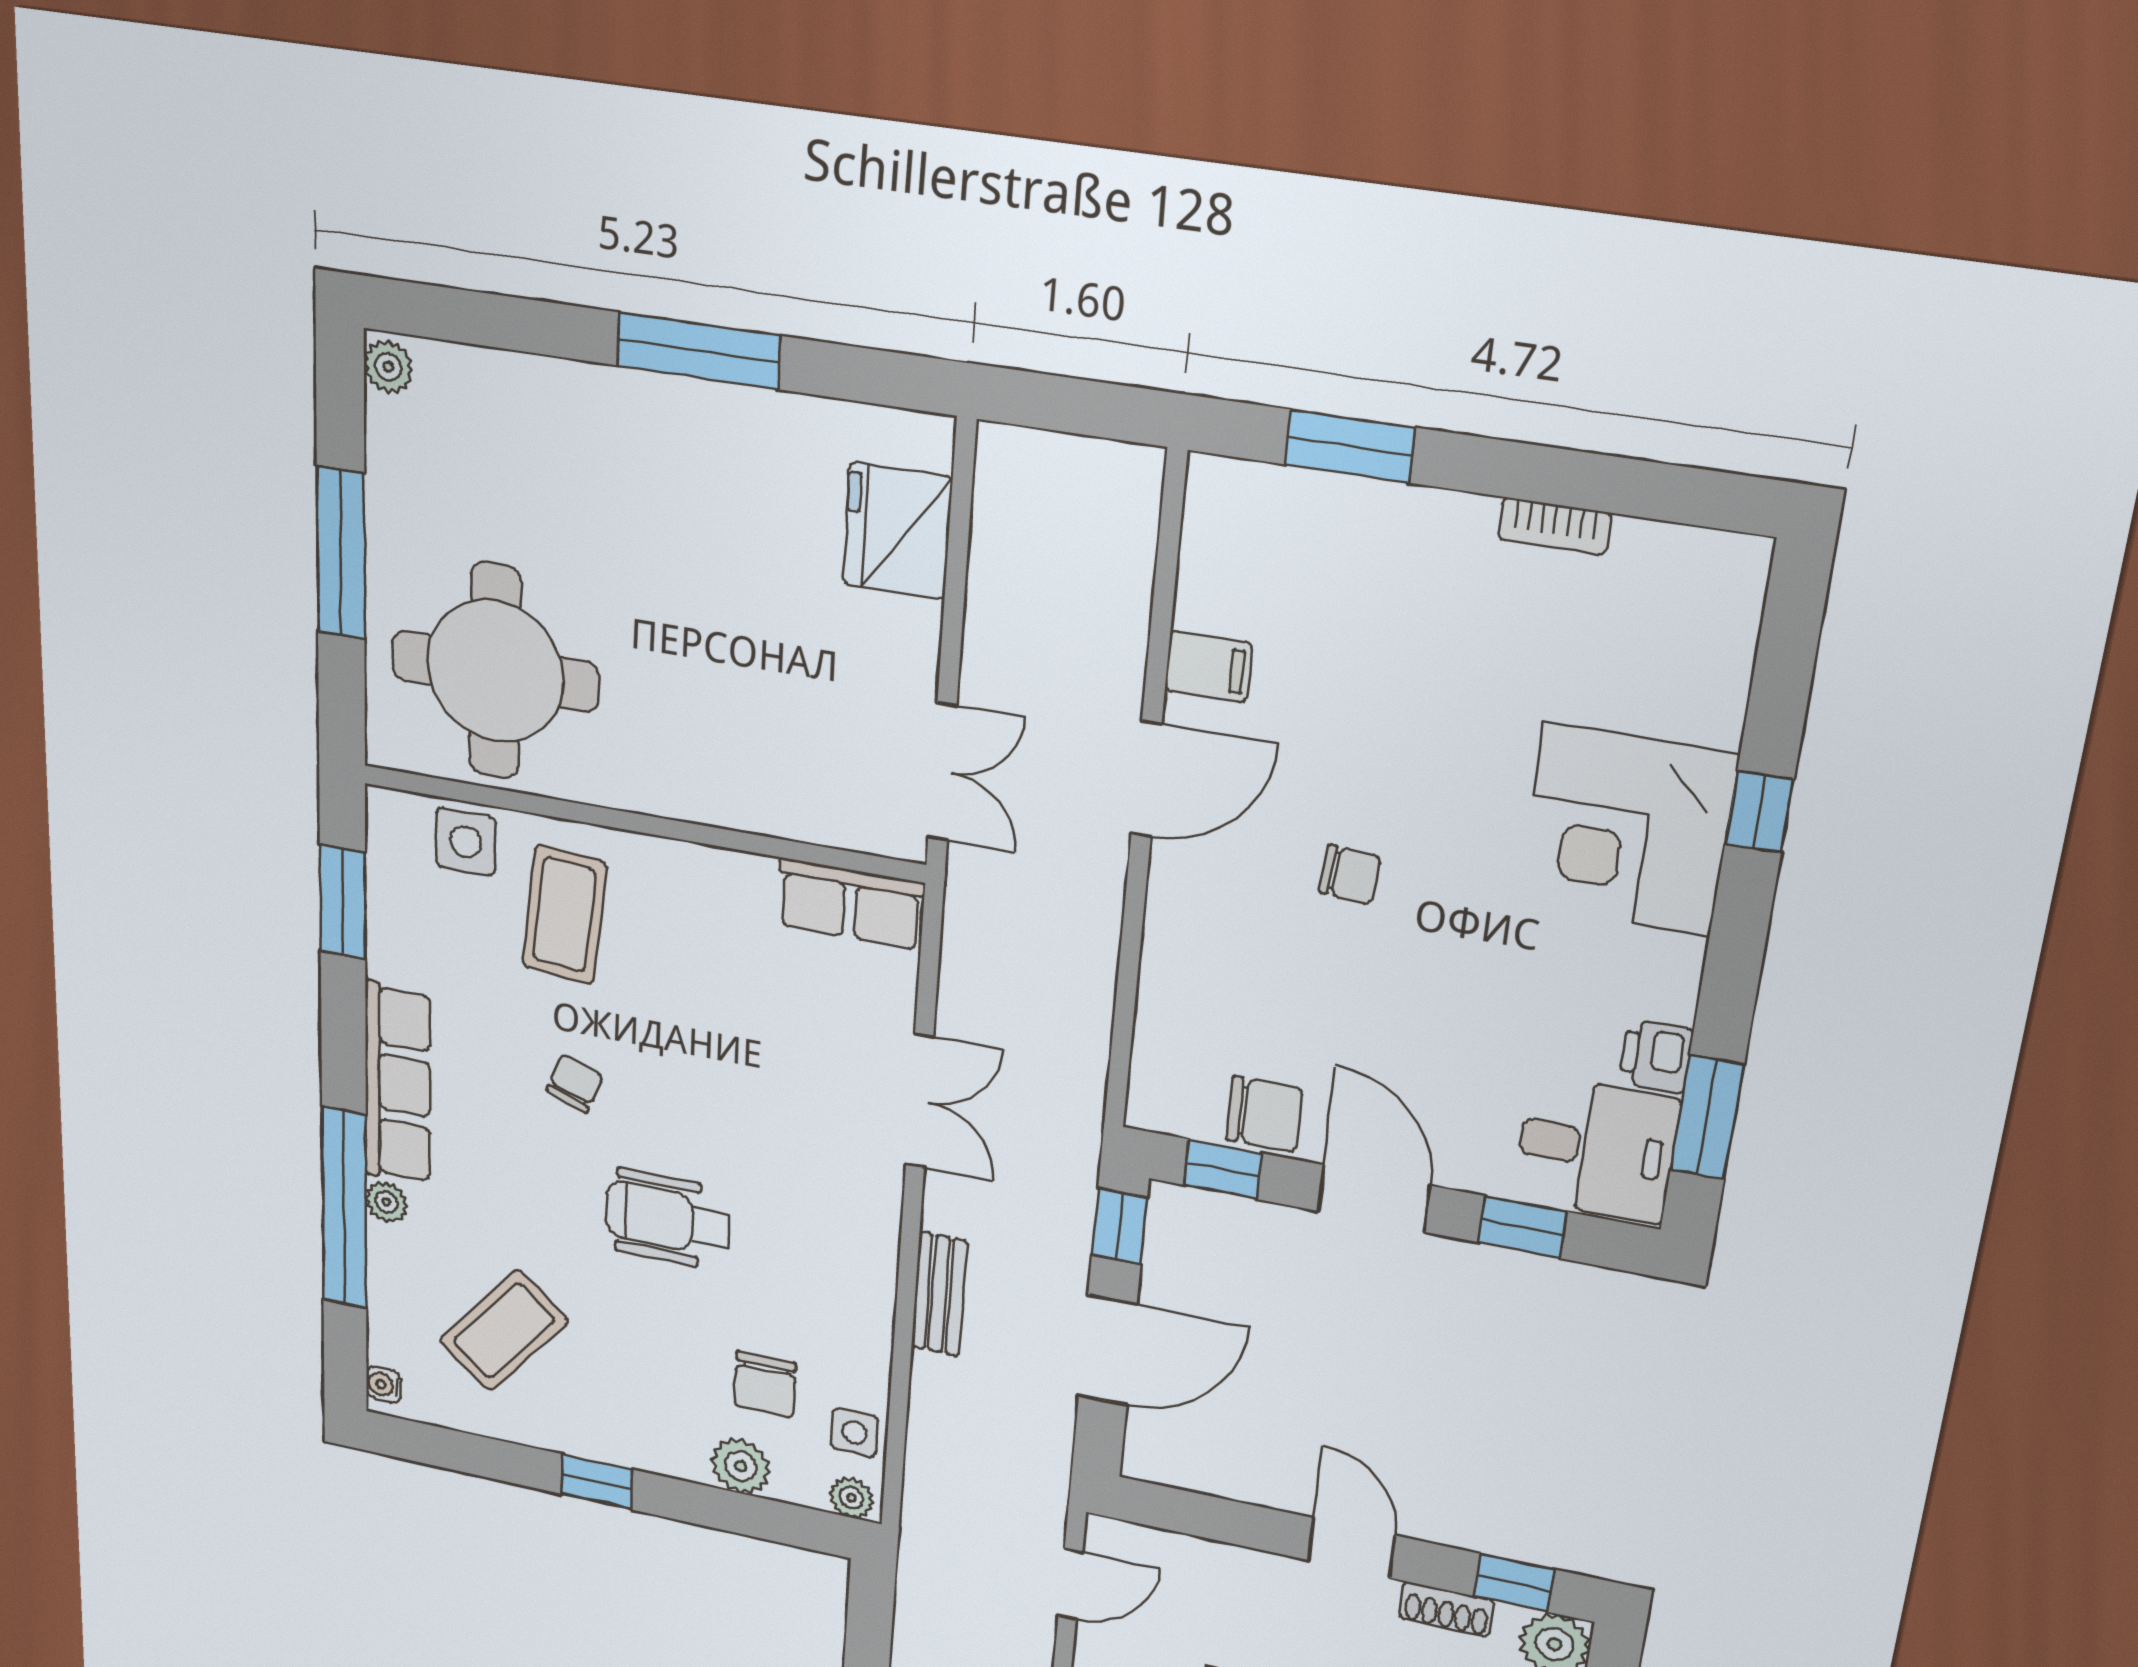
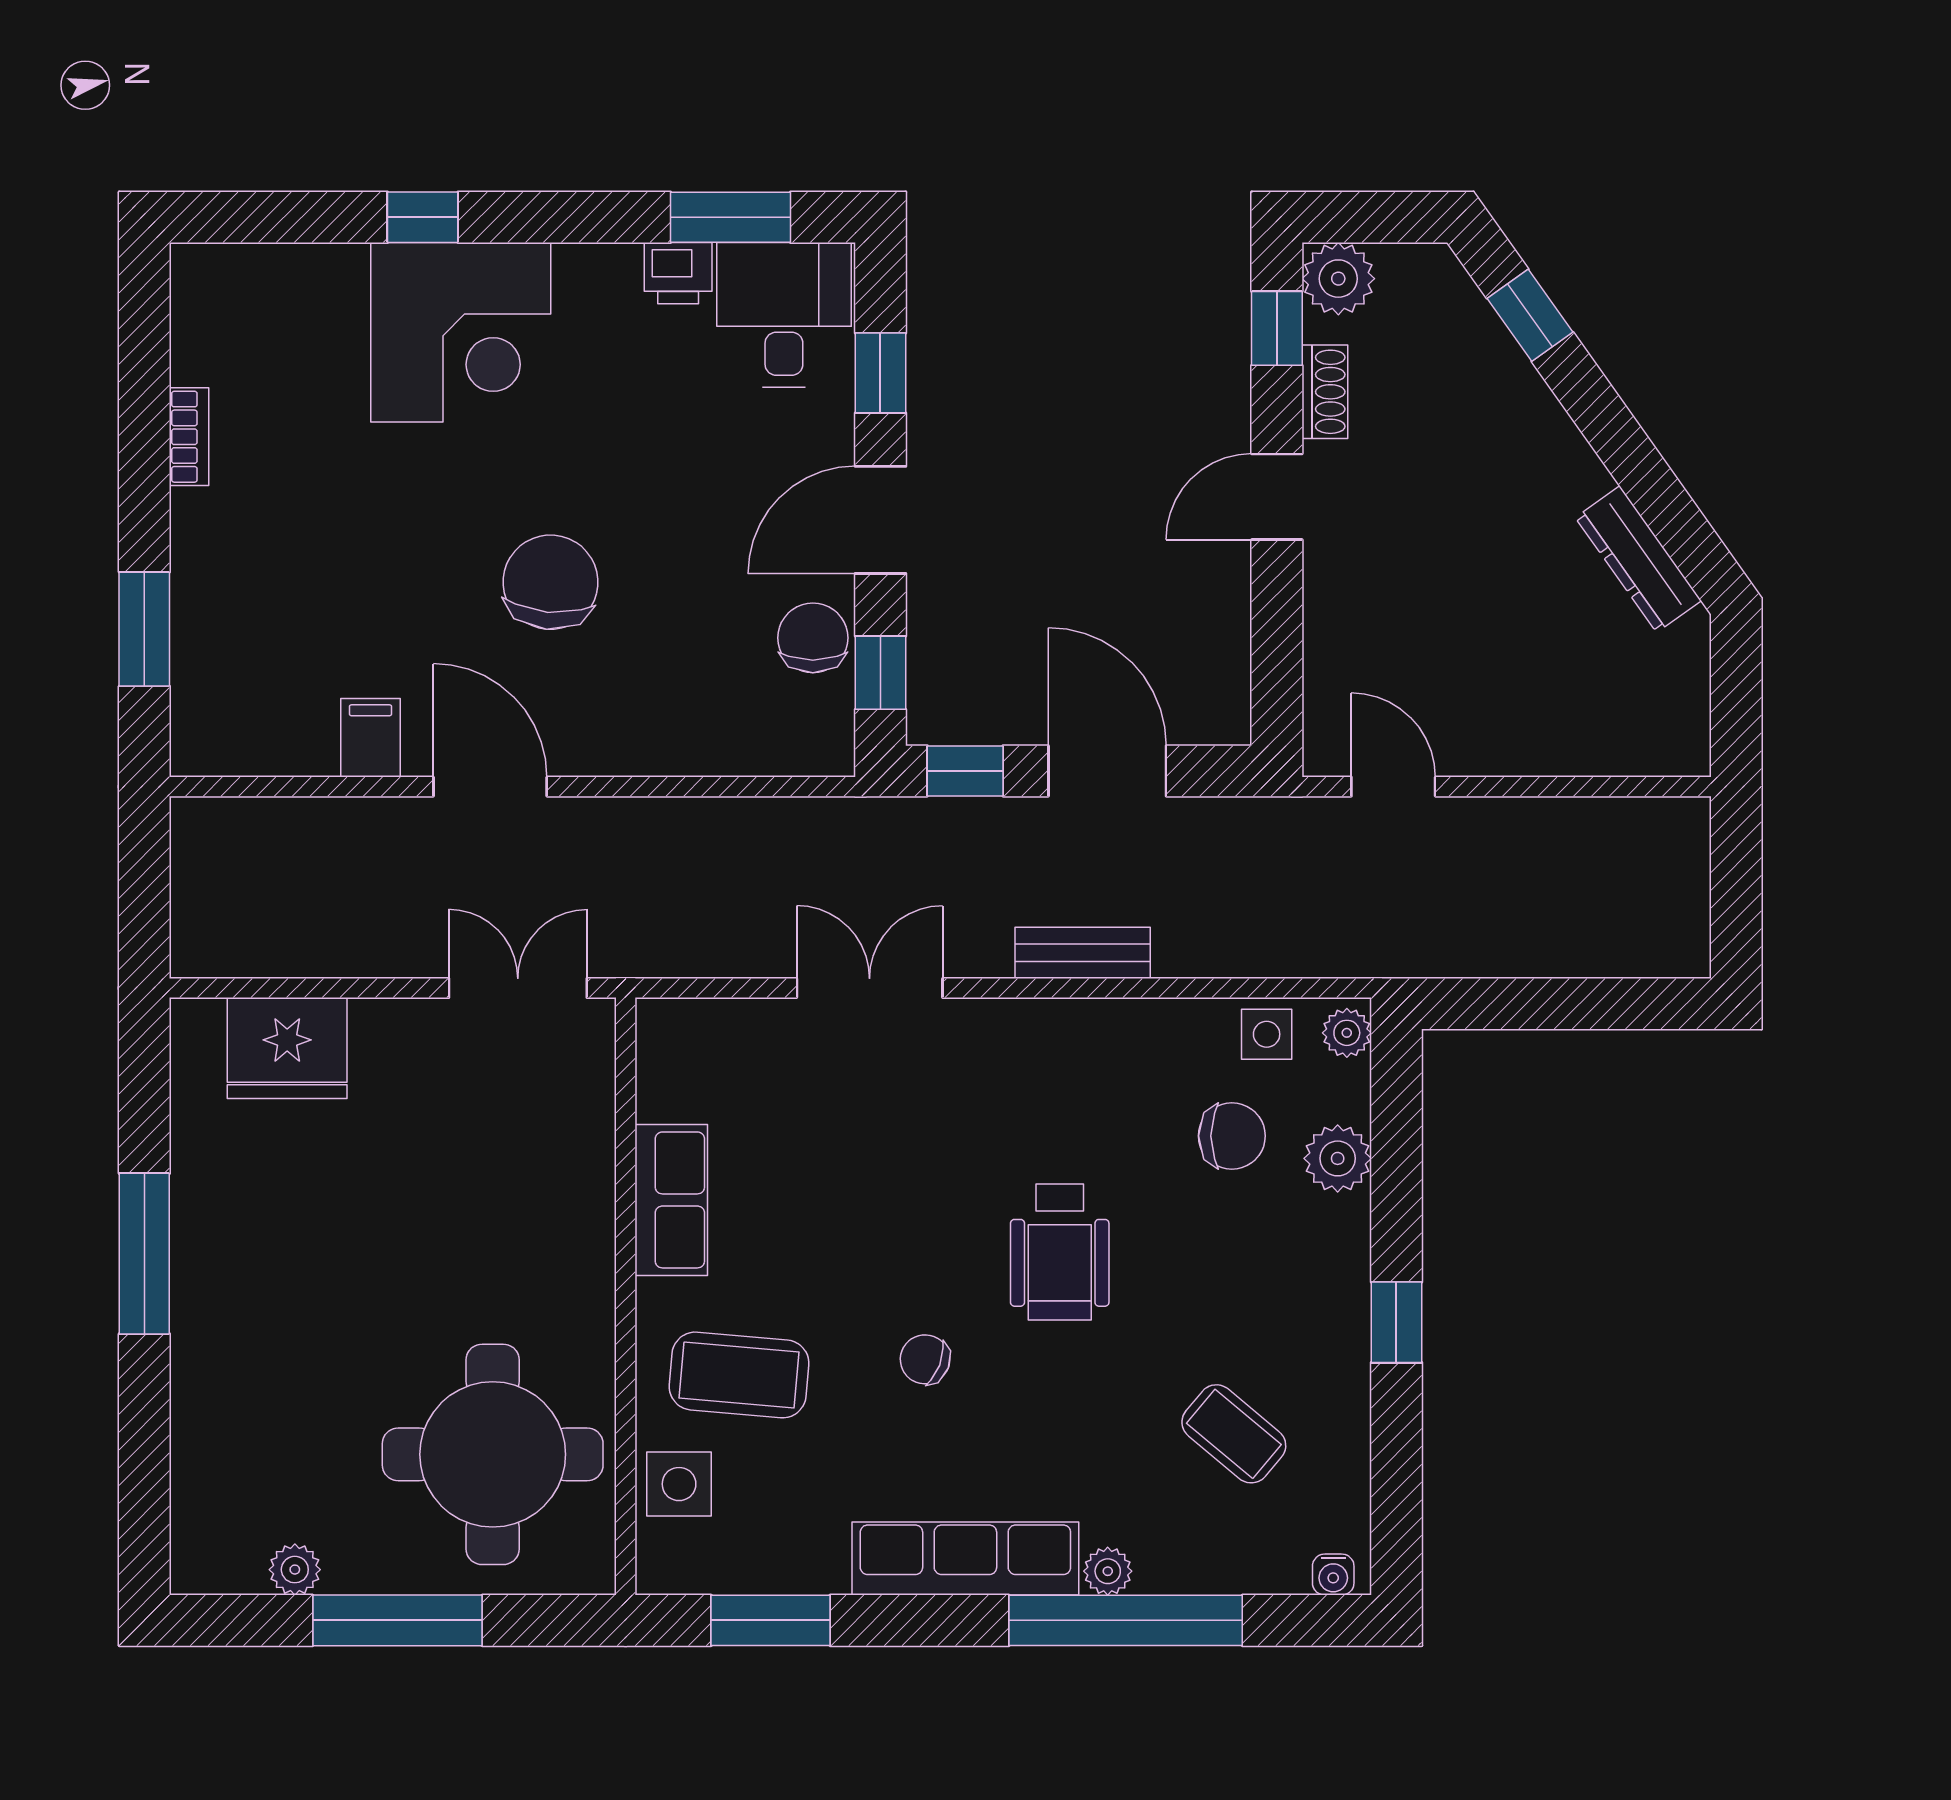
plant: (388, 367) -> (295, 1570), moved
chair: (1350, 874) -> (550, 582), width x1.87, depth x1.87
row of seats: (850, 904) -> (671, 1200), moved
coffee table: (504, 1331) -> (1234, 1434), width x0.73, depth x0.77

